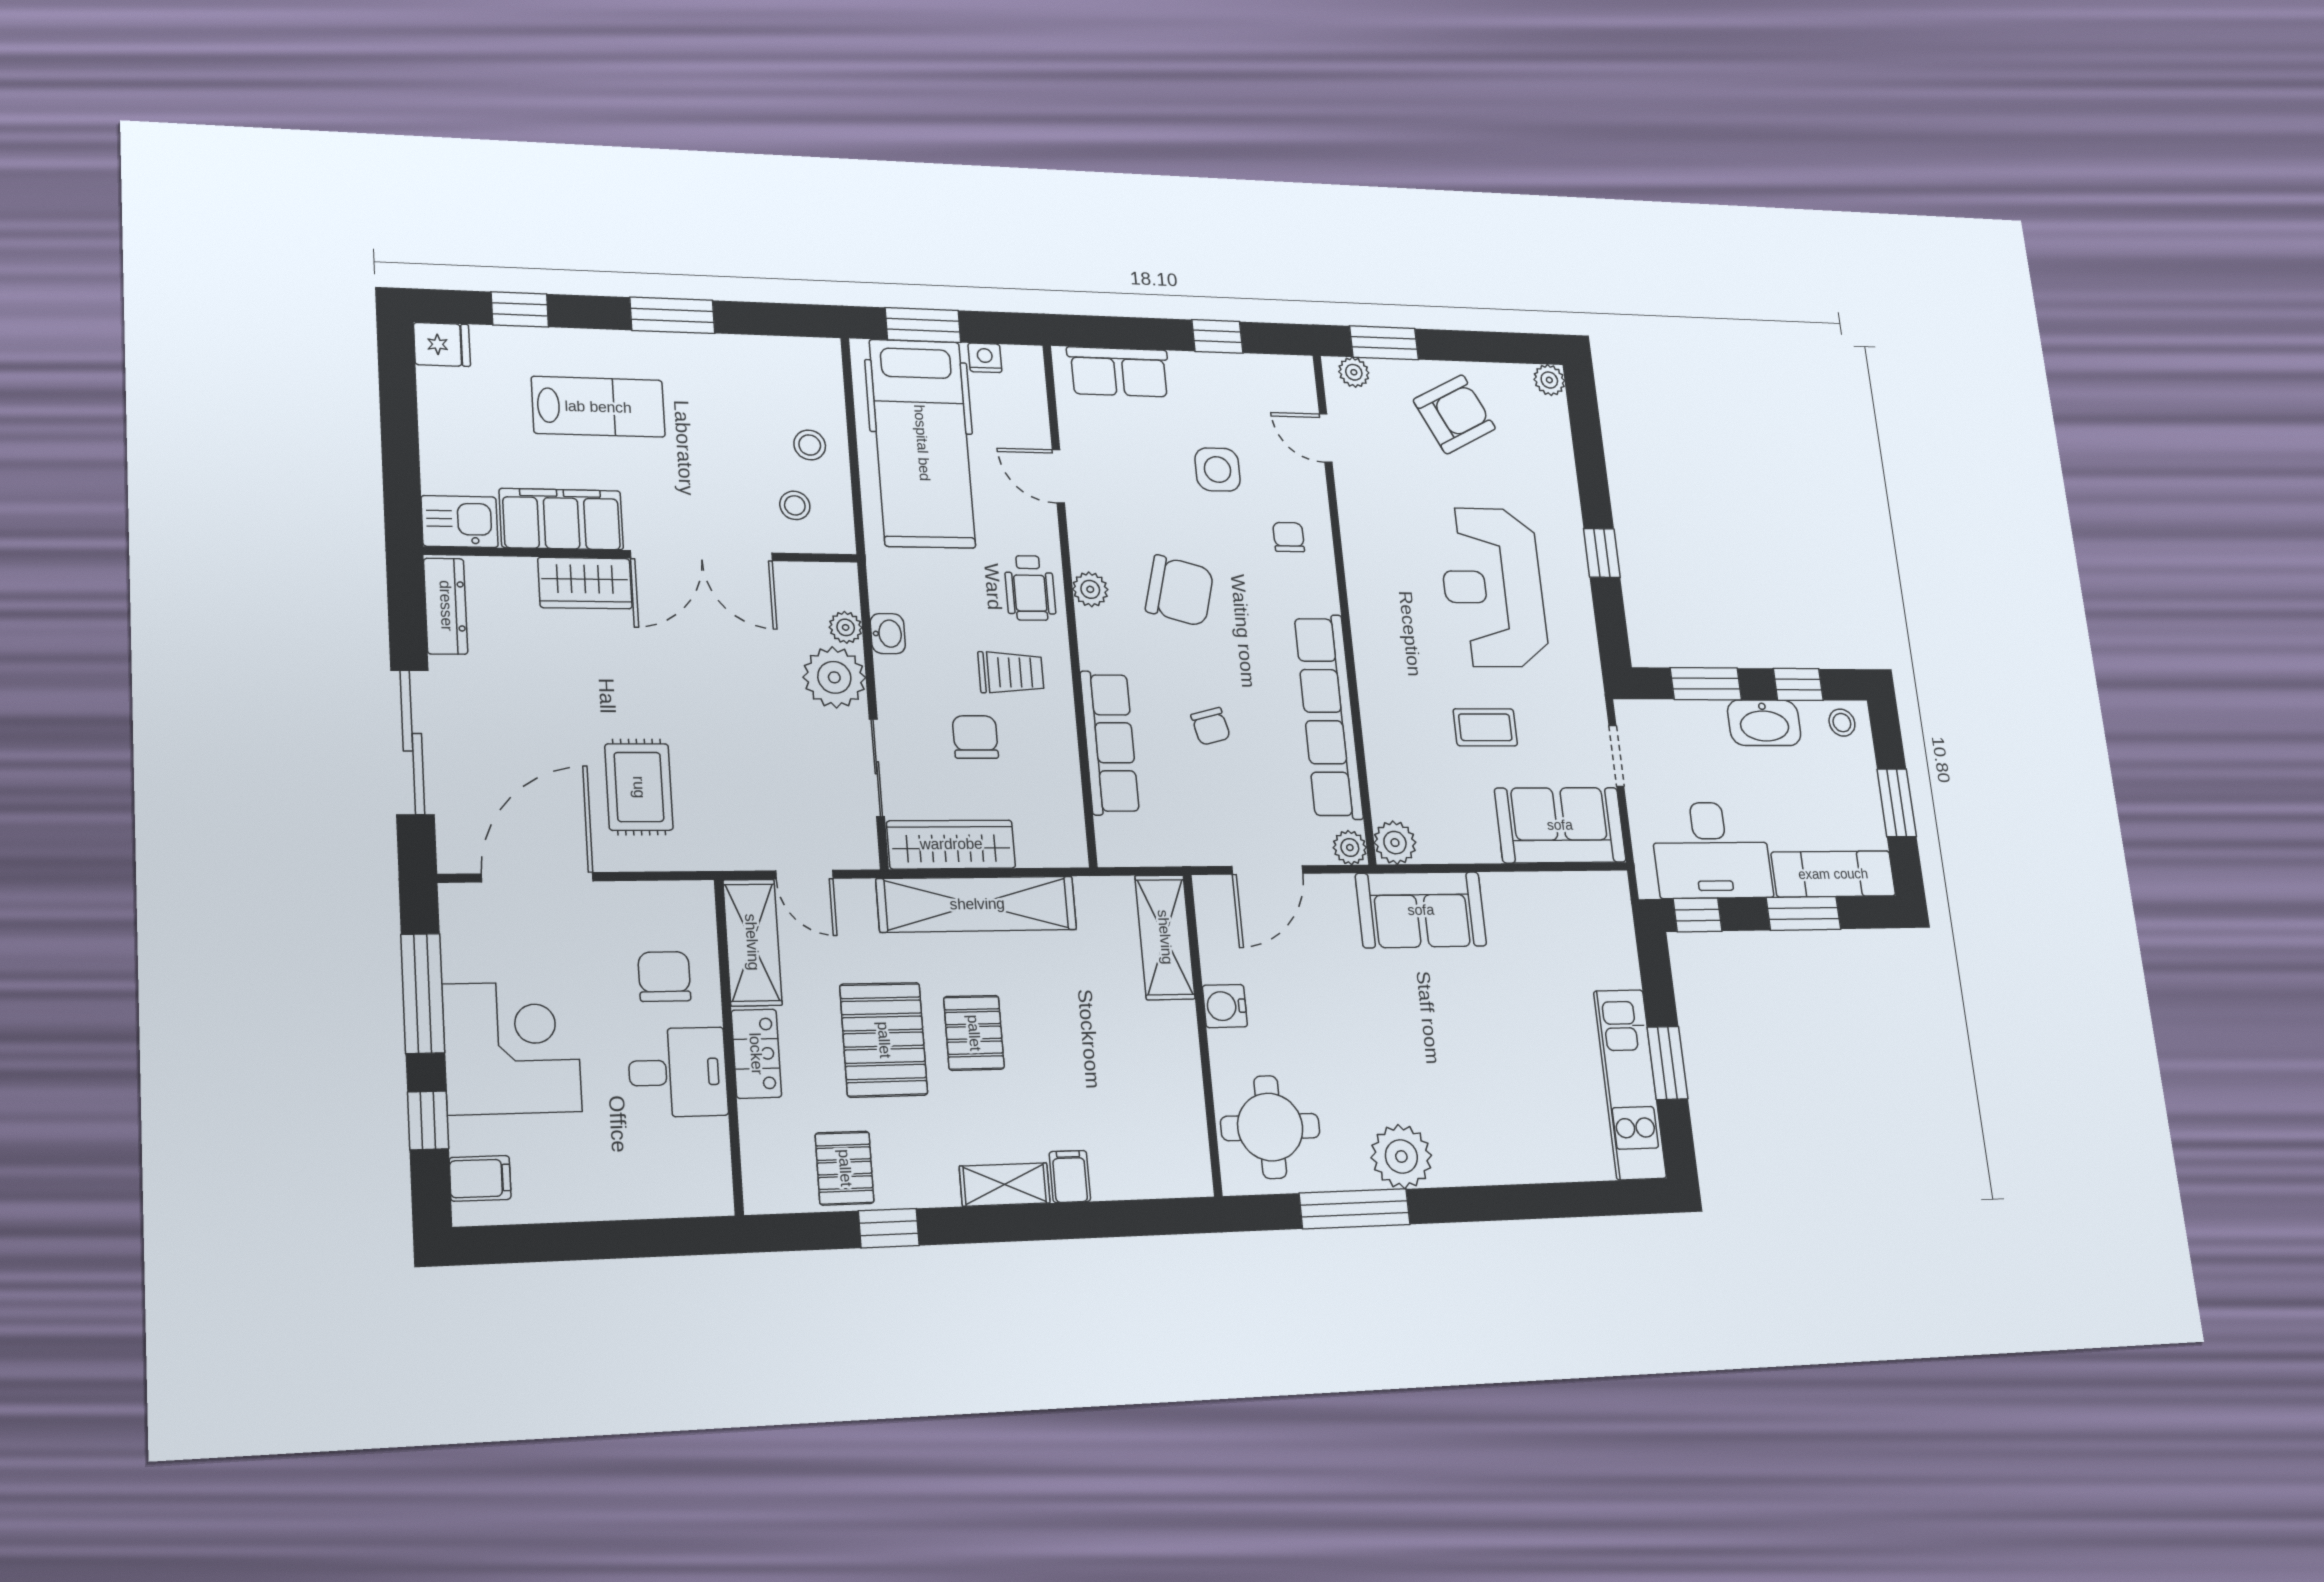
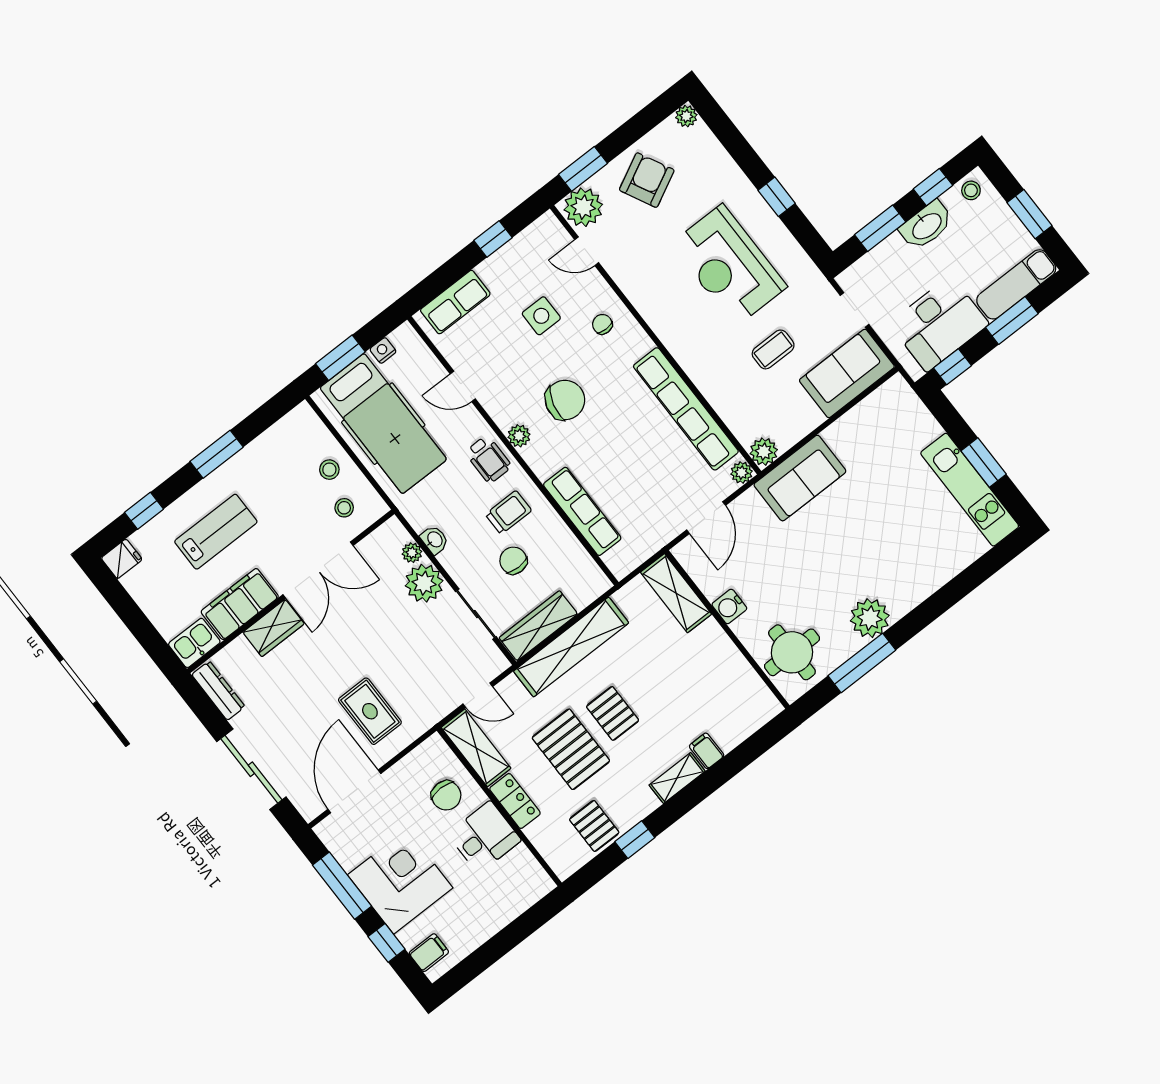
plant: (1354, 372) -> (583, 207), width x1.87, depth x1.87
chair: (1211, 726) -> (628, 462), removed
chair: (664, 976) -> (446, 795), turned 180

